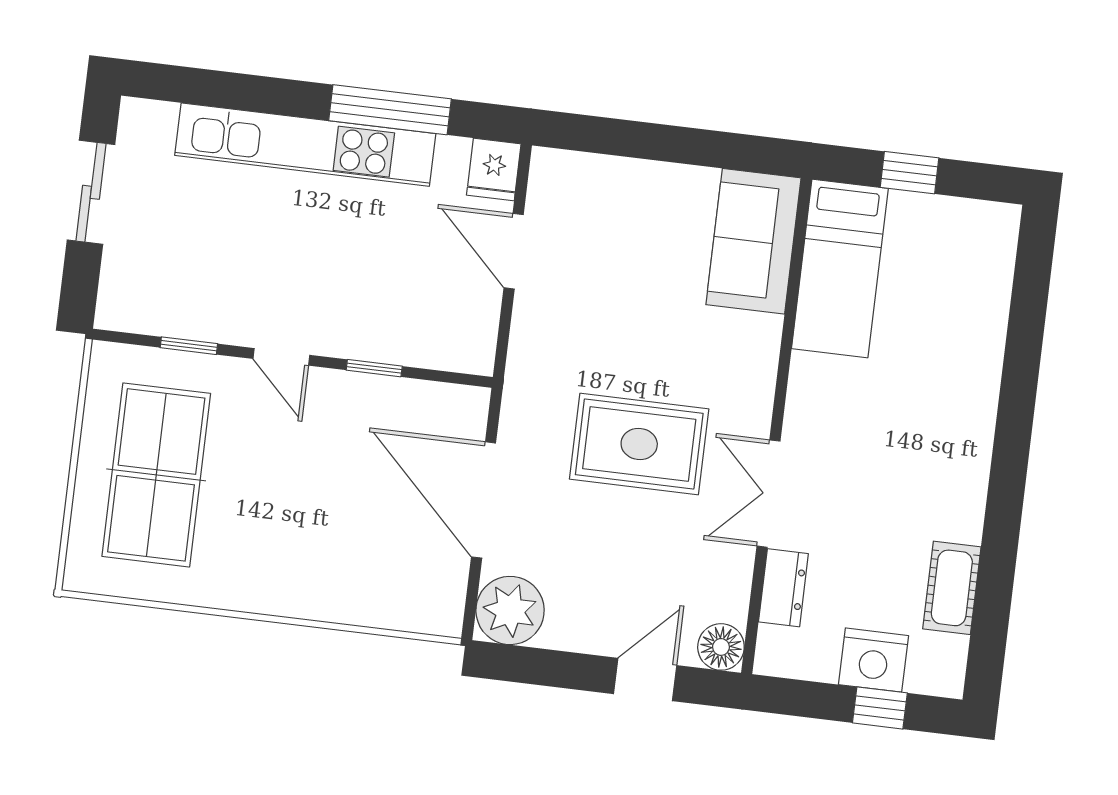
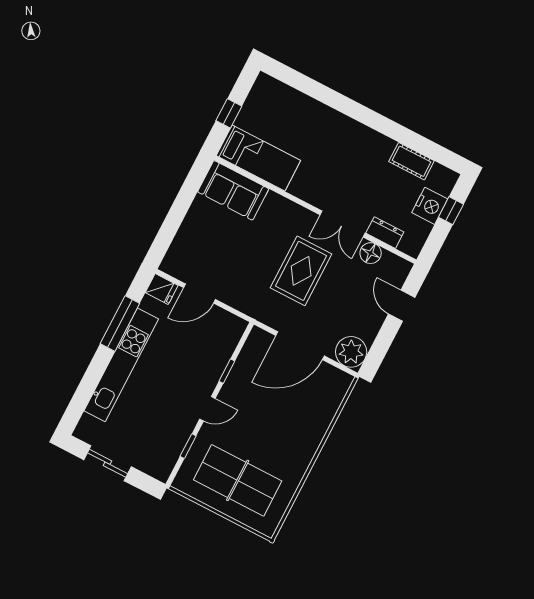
floor lamp: (721, 647) -> (371, 253), moved

